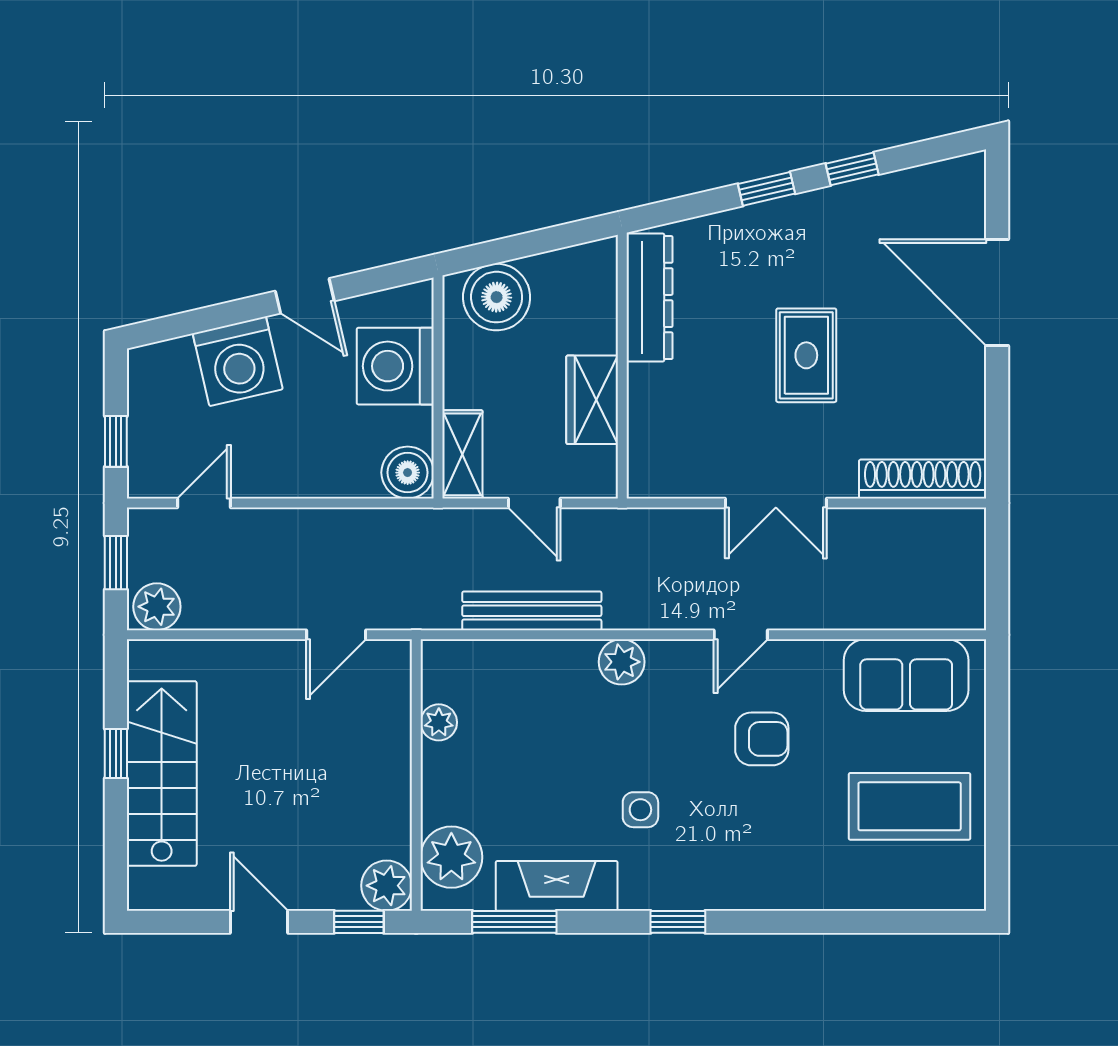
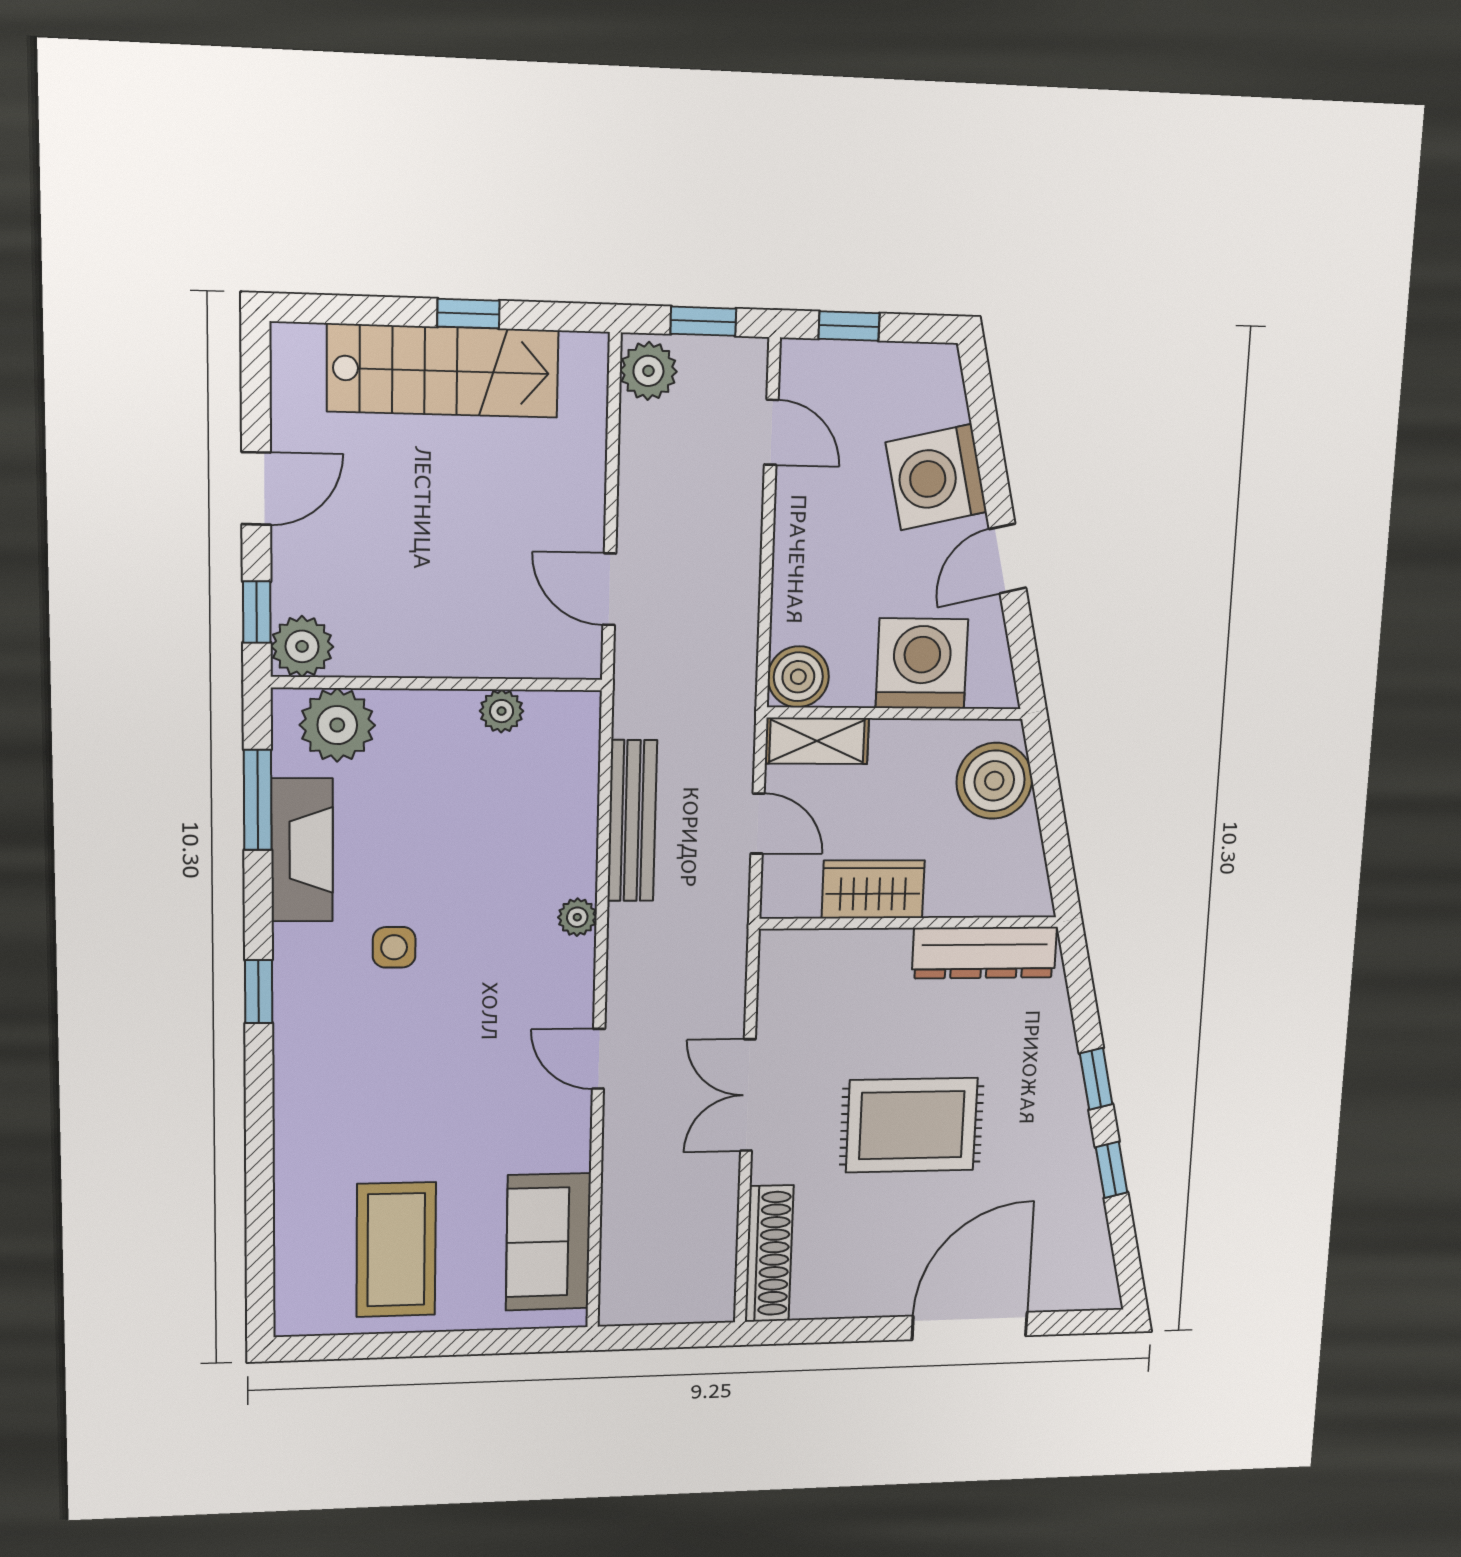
rug: (806, 355) -> (912, 1125), width x1.36, depth x1.43
door: (534, 503) -> (758, 824), swing flipped
plant: (622, 662) -> (577, 917), width x0.73, depth x0.73
armchair: (762, 739) -> (477, 1084), removed

